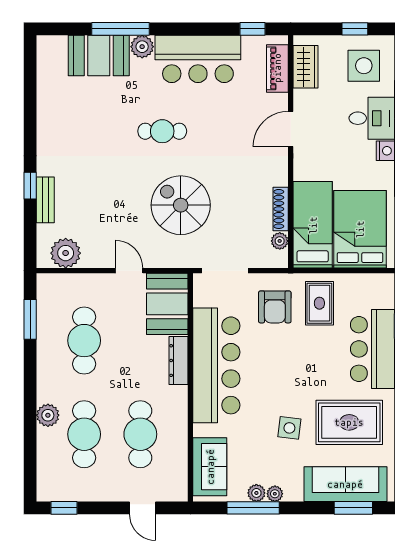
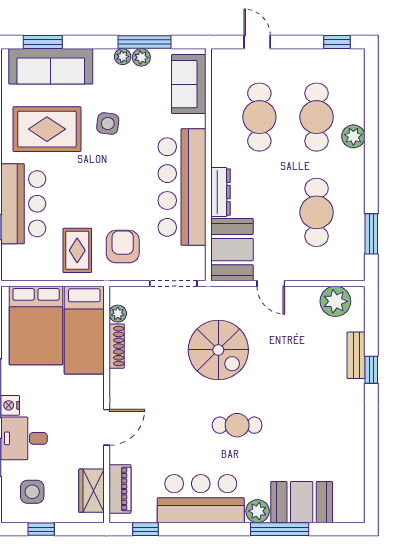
side table: (364, 66) -> (32, 492), width x0.73, depth x0.73

